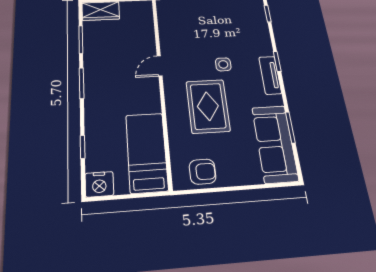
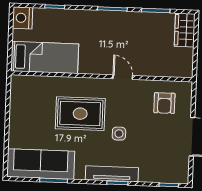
tv unit: (270, 75) -> (112, 174), width x1.41
armchair: (203, 172) -> (164, 103), moved

